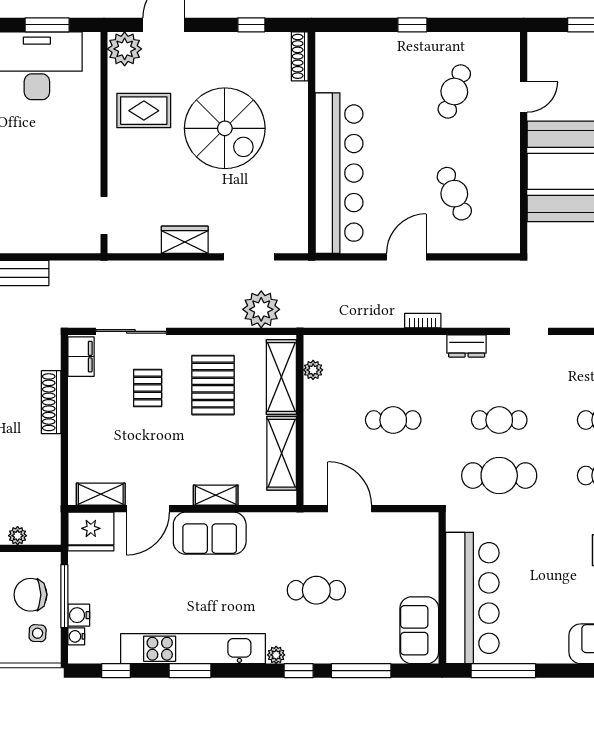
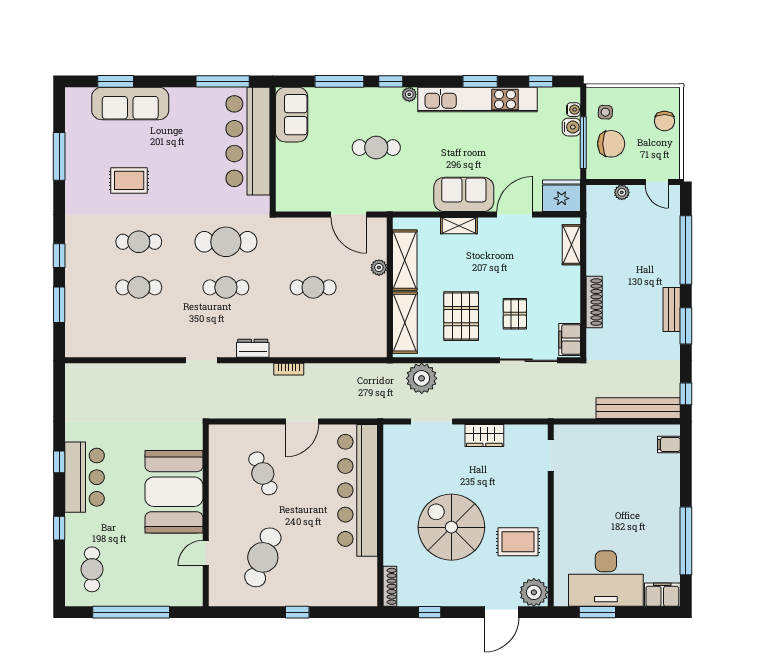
cafe table: (454, 91) -> (263, 557), width x1.37, depth x1.35
plant: (313, 370) -> (379, 268), moved
shelving: (101, 494) -> (571, 245), moved, turned 90

